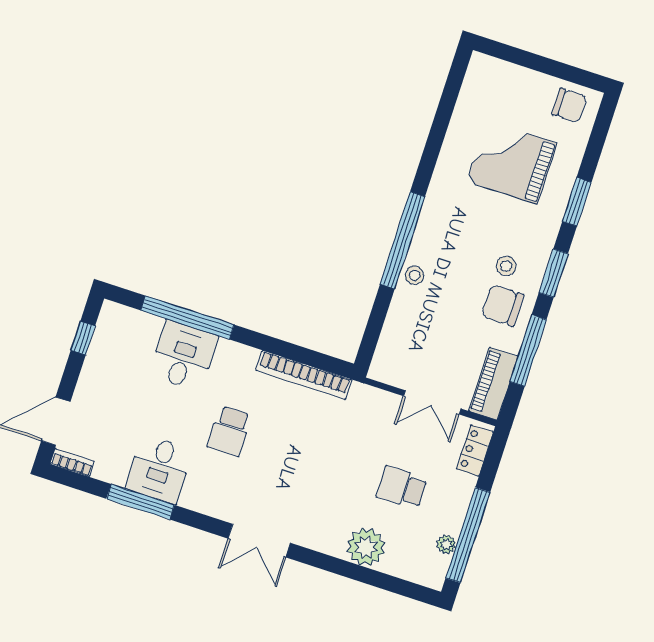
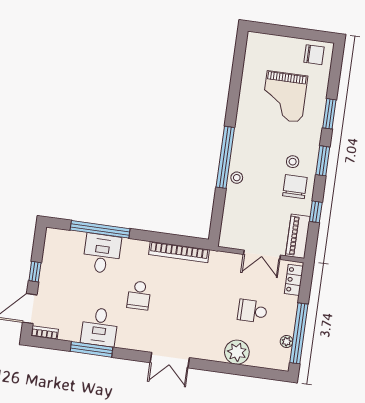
grand piano: (511, 162) -> (284, 97), turned -90
chair: (503, 305) -> (295, 187), turned 90
window: (83, 338) -> (35, 272), moved
window: (528, 351) -> (316, 212), width x0.46

